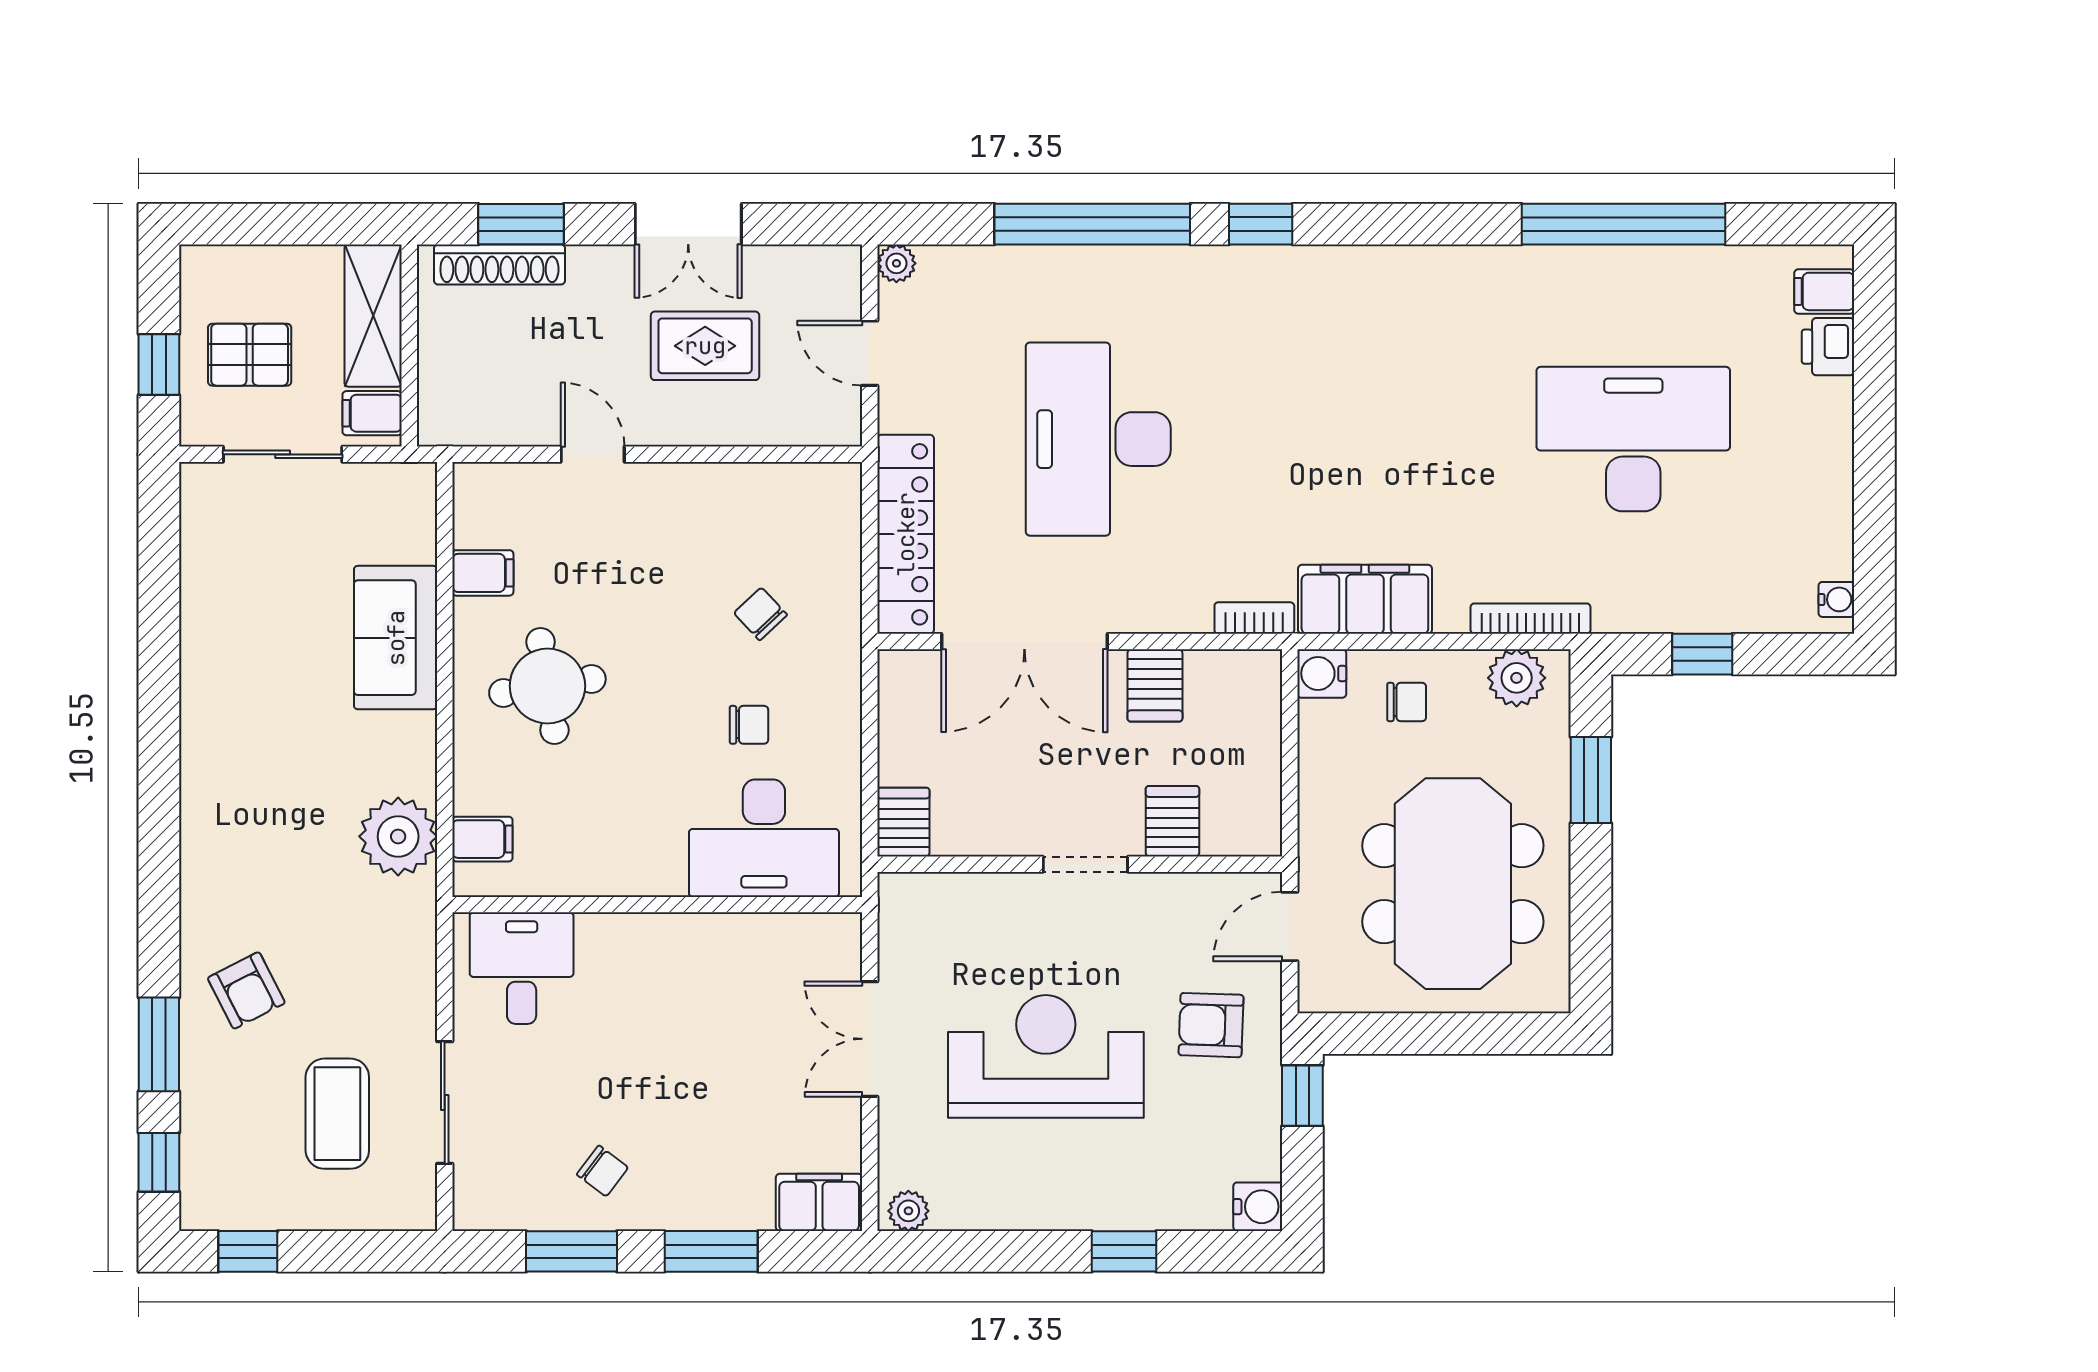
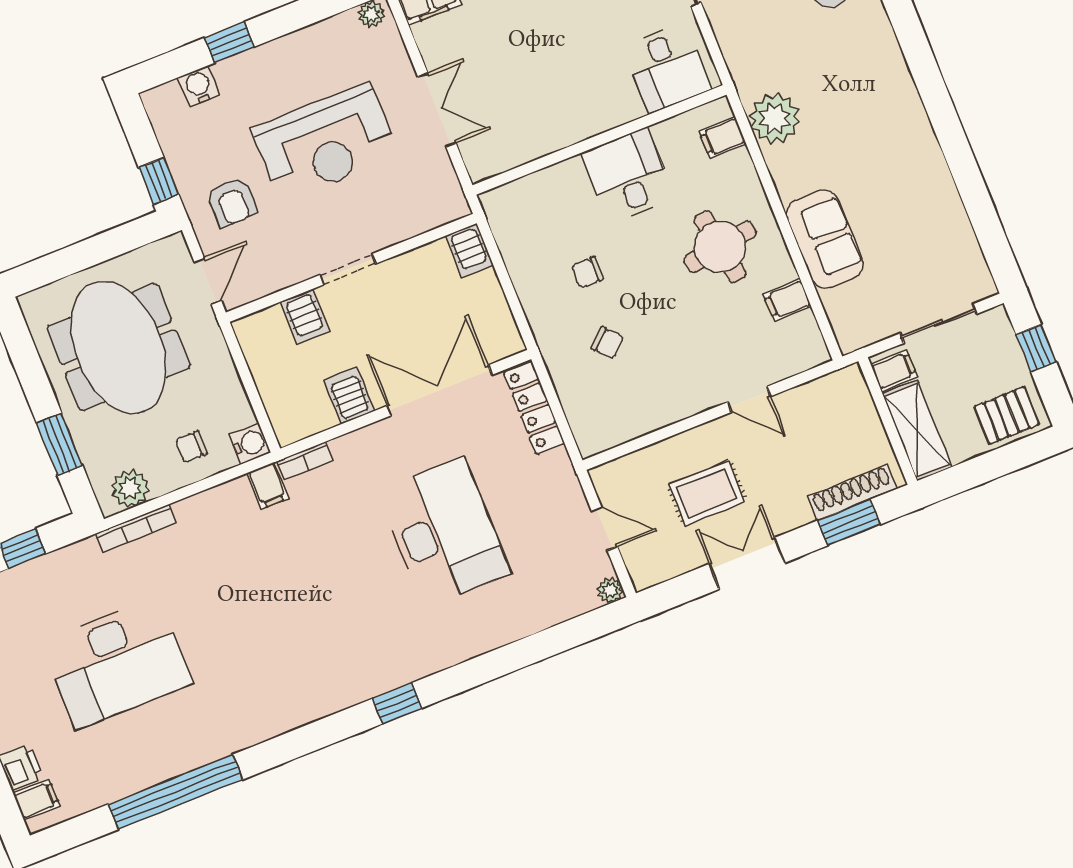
window: (1092, 224) -> (500, 662), removed
pallet: (250, 355) -> (1007, 415), moved
locker: (906, 534) -> (534, 408), width x0.71, depth x0.83
filing cabinet: (1365, 599) -> (268, 486), width x0.33, depth x0.86
desk: (764, 838) -> (628, 176), moved, width x0.73
armchair: (1211, 1025) -> (232, 202), turned 88
water cooler: (1258, 1207) -> (199, 86), moved, turned 90

